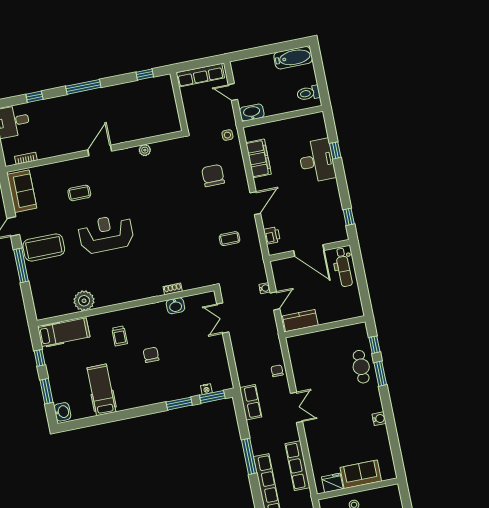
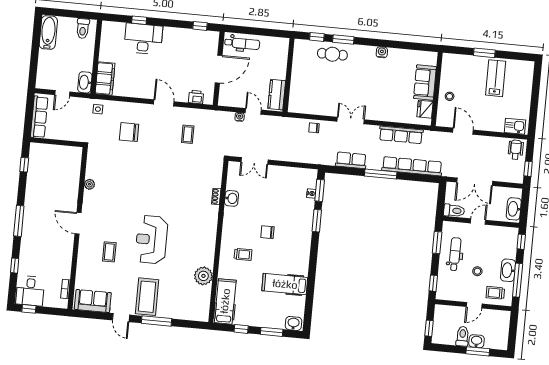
filing cabinet: (259, 158) -> (105, 79), moved, turned 90
row of seats: (251, 402) -> (351, 160), moved

